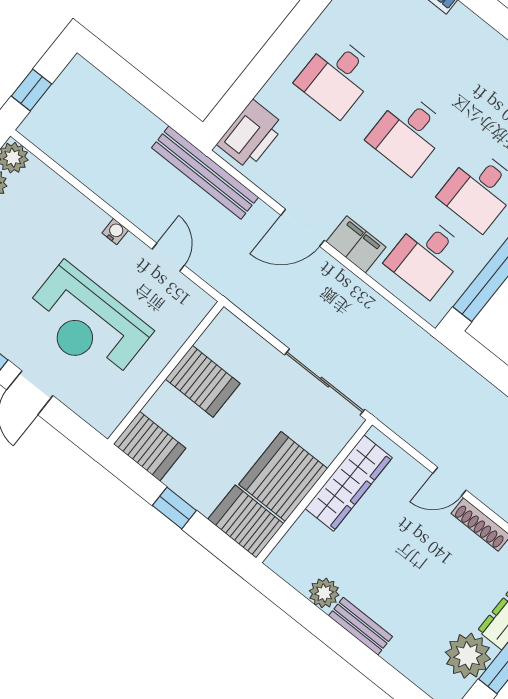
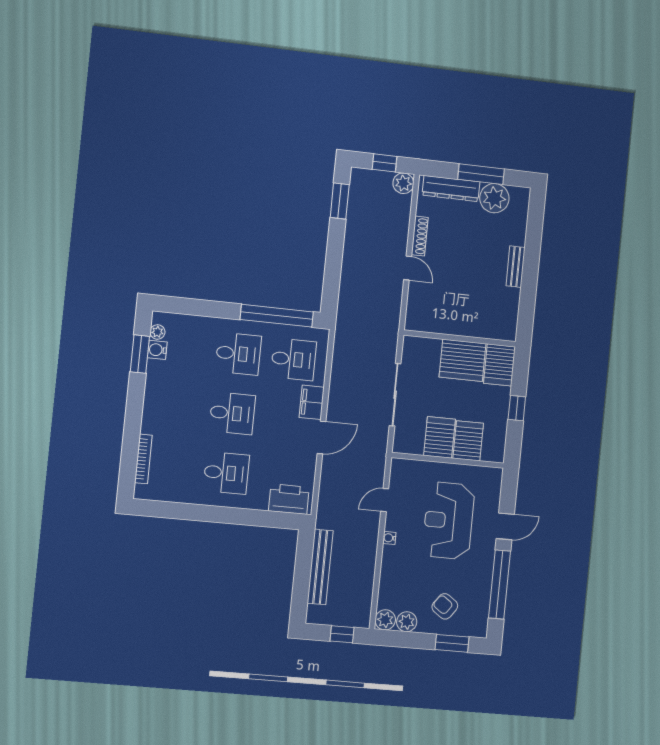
bench: (205, 173) -> (320, 567), moved
door: (303, 228) -> (321, 437), hinge flipped
reception desk: (87, 323) -> (448, 521), turned 180
sliding door: (325, 382) -> (395, 395), moved
server rack: (150, 446) -> (468, 441), moved
wardrobe: (349, 483) -> (443, 323), removed
plant: (324, 593) -> (510, 298), removed

